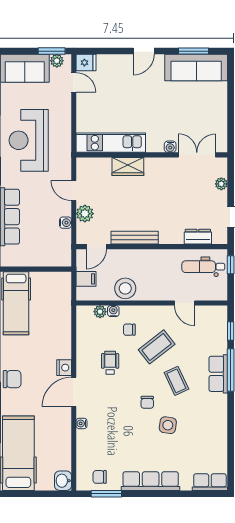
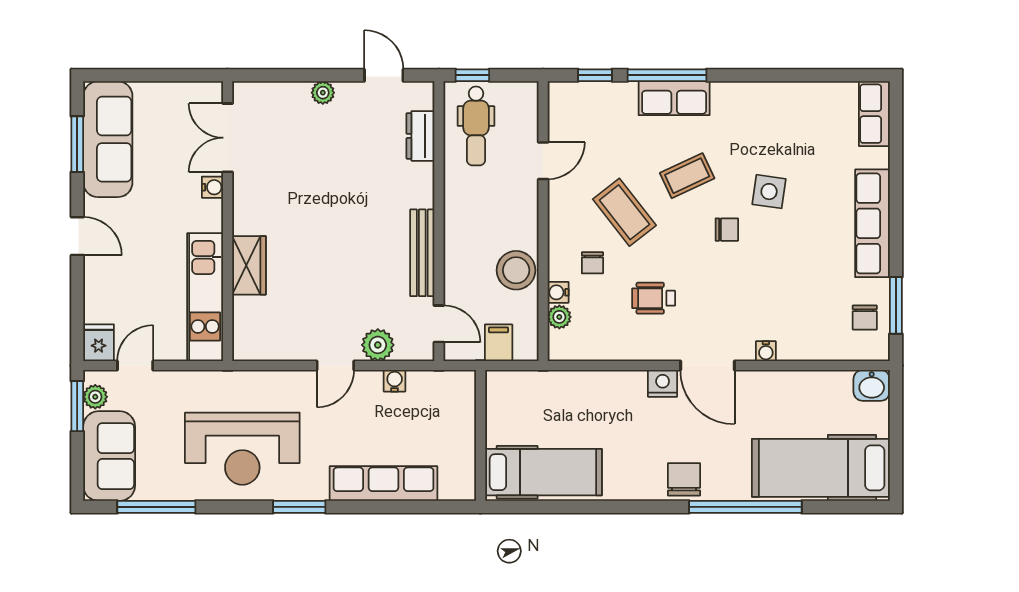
kitchen unit: (111, 143) -> (205, 297), moved
water cooler: (170, 147) -> (212, 187), moved
wall: (152, 155) -> (228, 221), moved
double door: (197, 155) -> (228, 138), moved
wardrobe: (128, 166) -> (249, 265), moved

